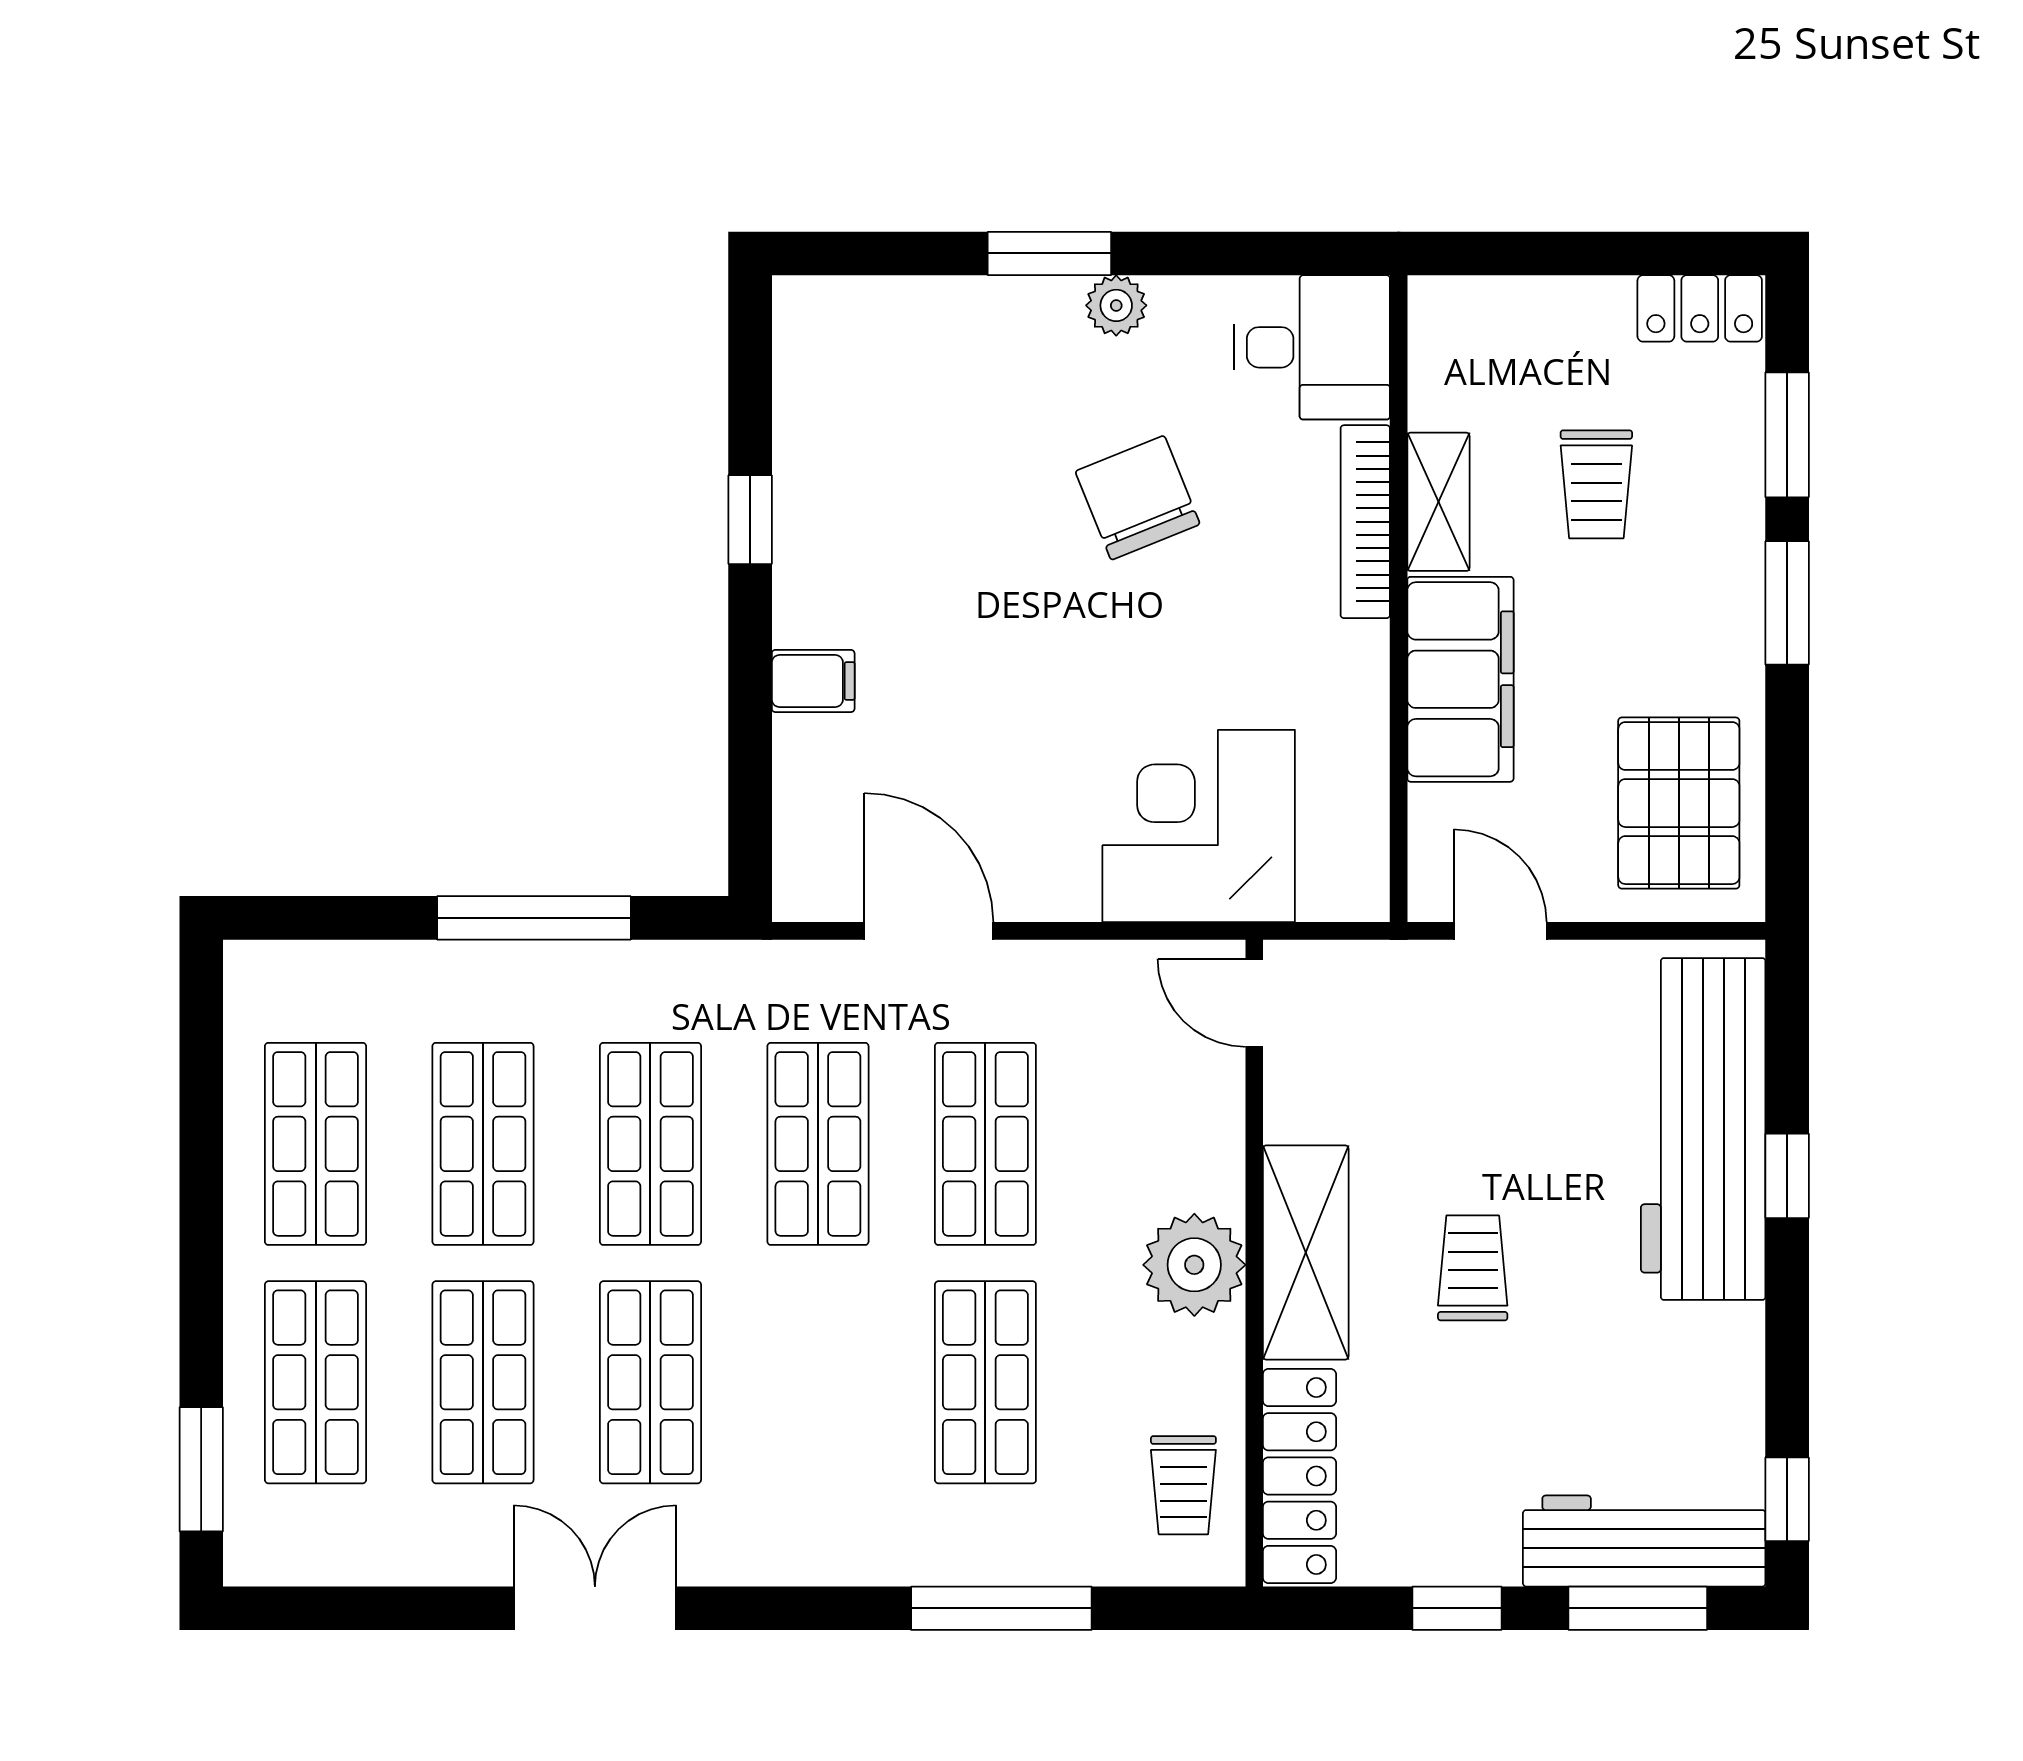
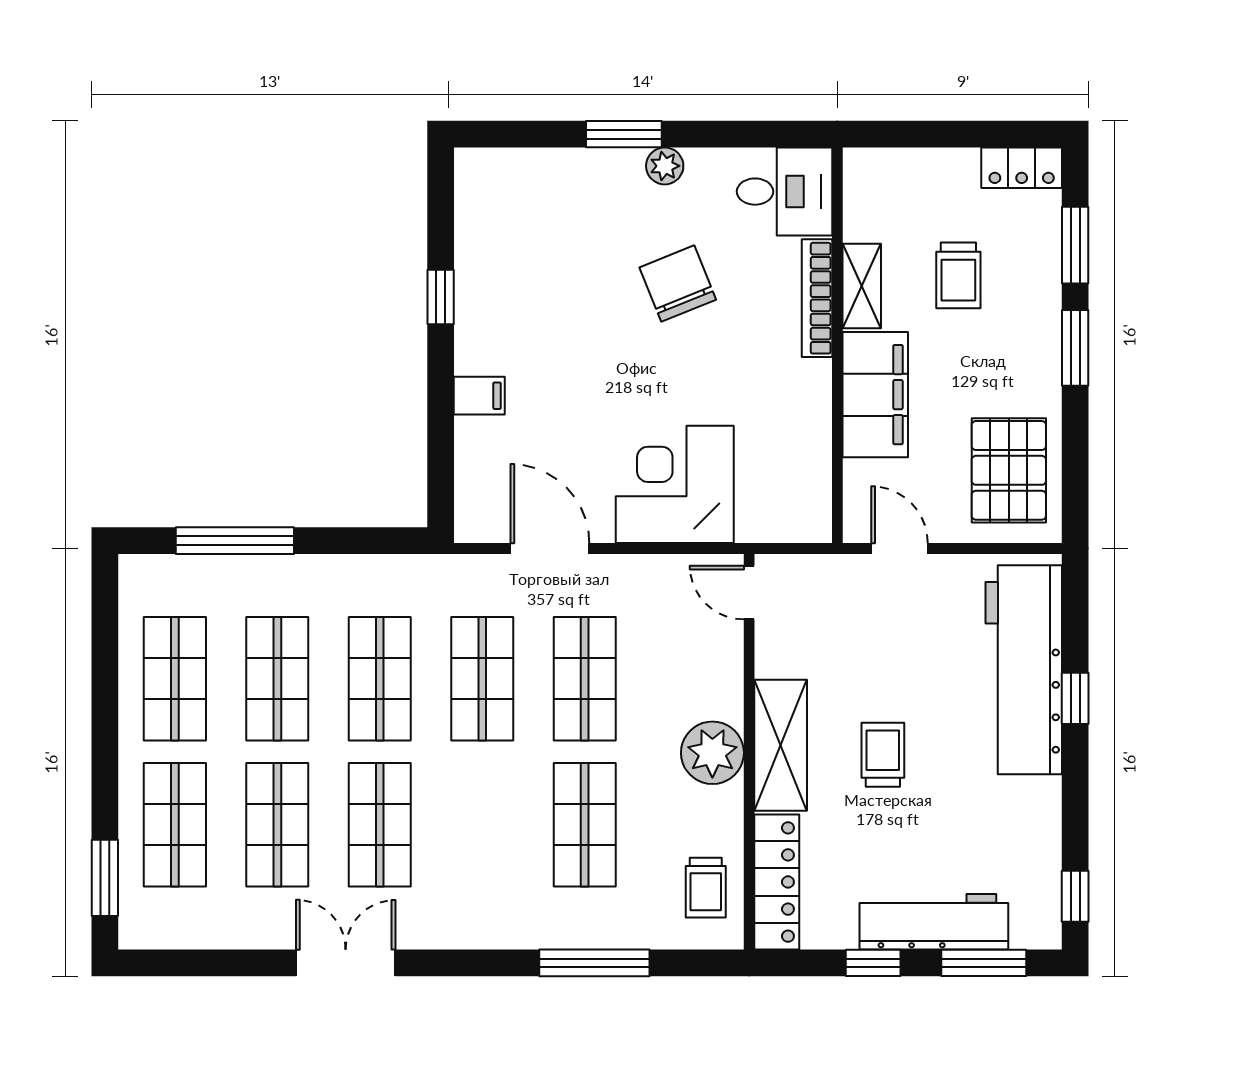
corner desk: (1199, 826) -> (675, 484), moved
window: (534, 918) -> (235, 541), moved
workbench: (1644, 1541) -> (934, 922), moved

